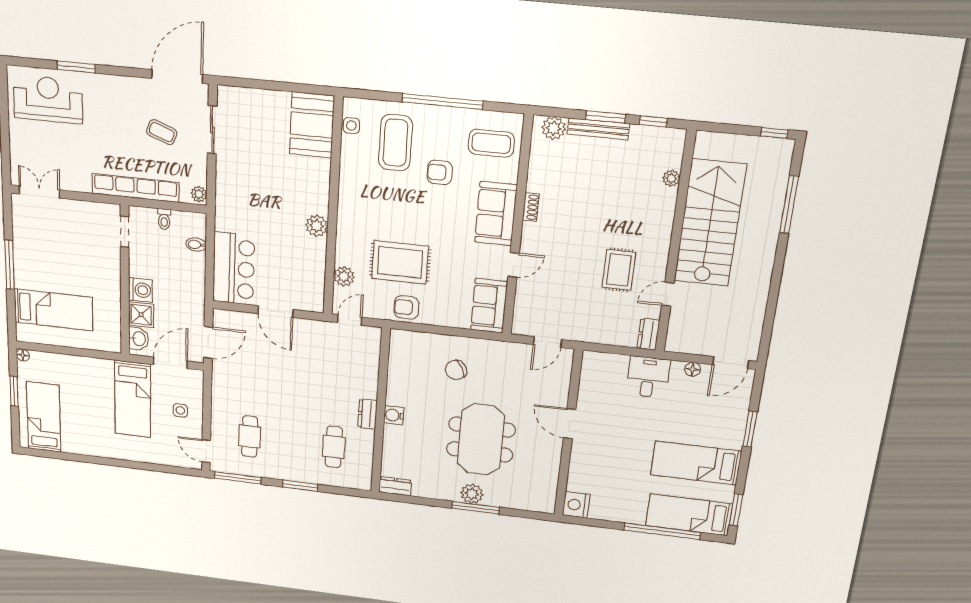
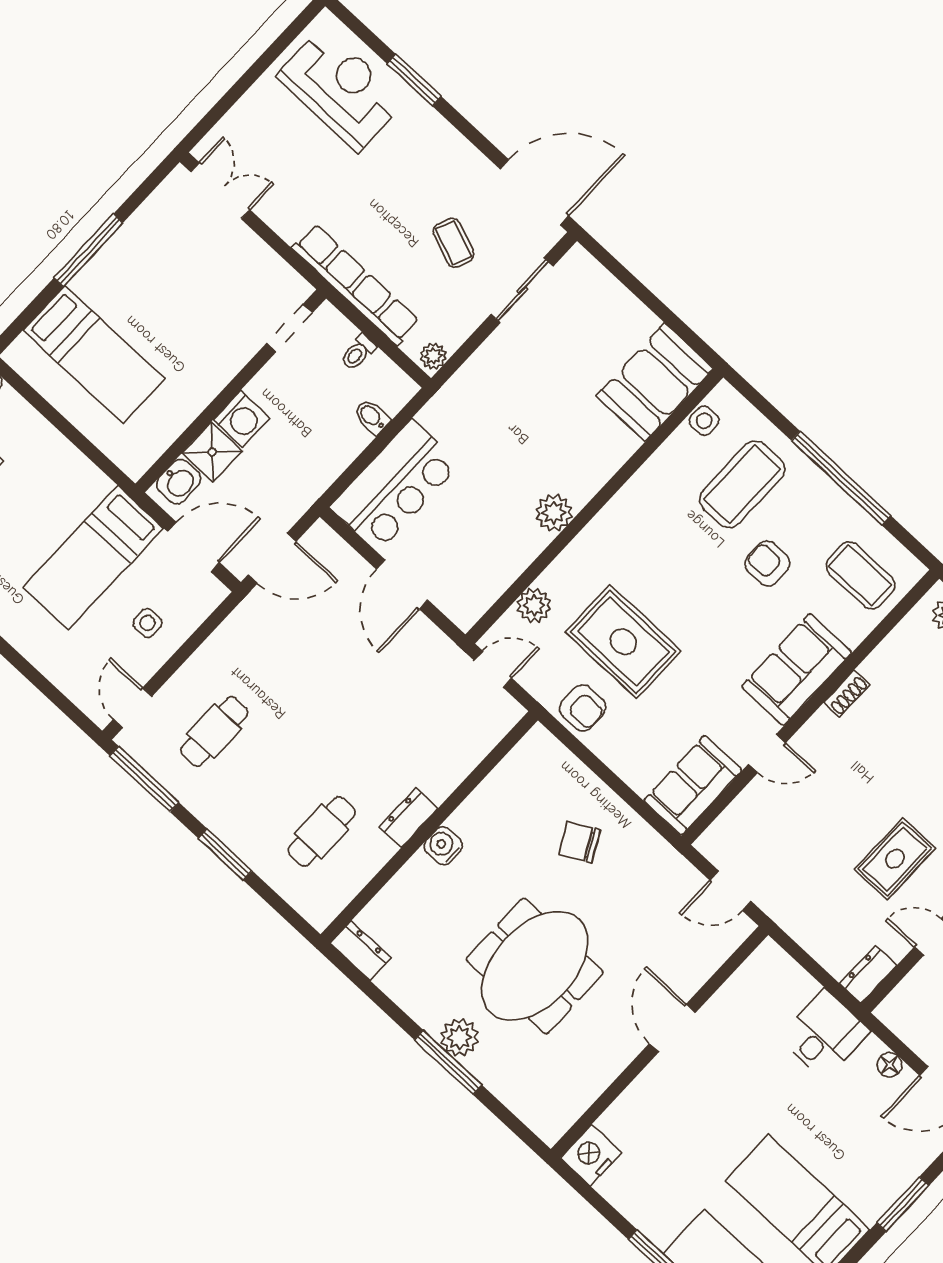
armchair: (406, 307) -> (583, 708), turned 180

